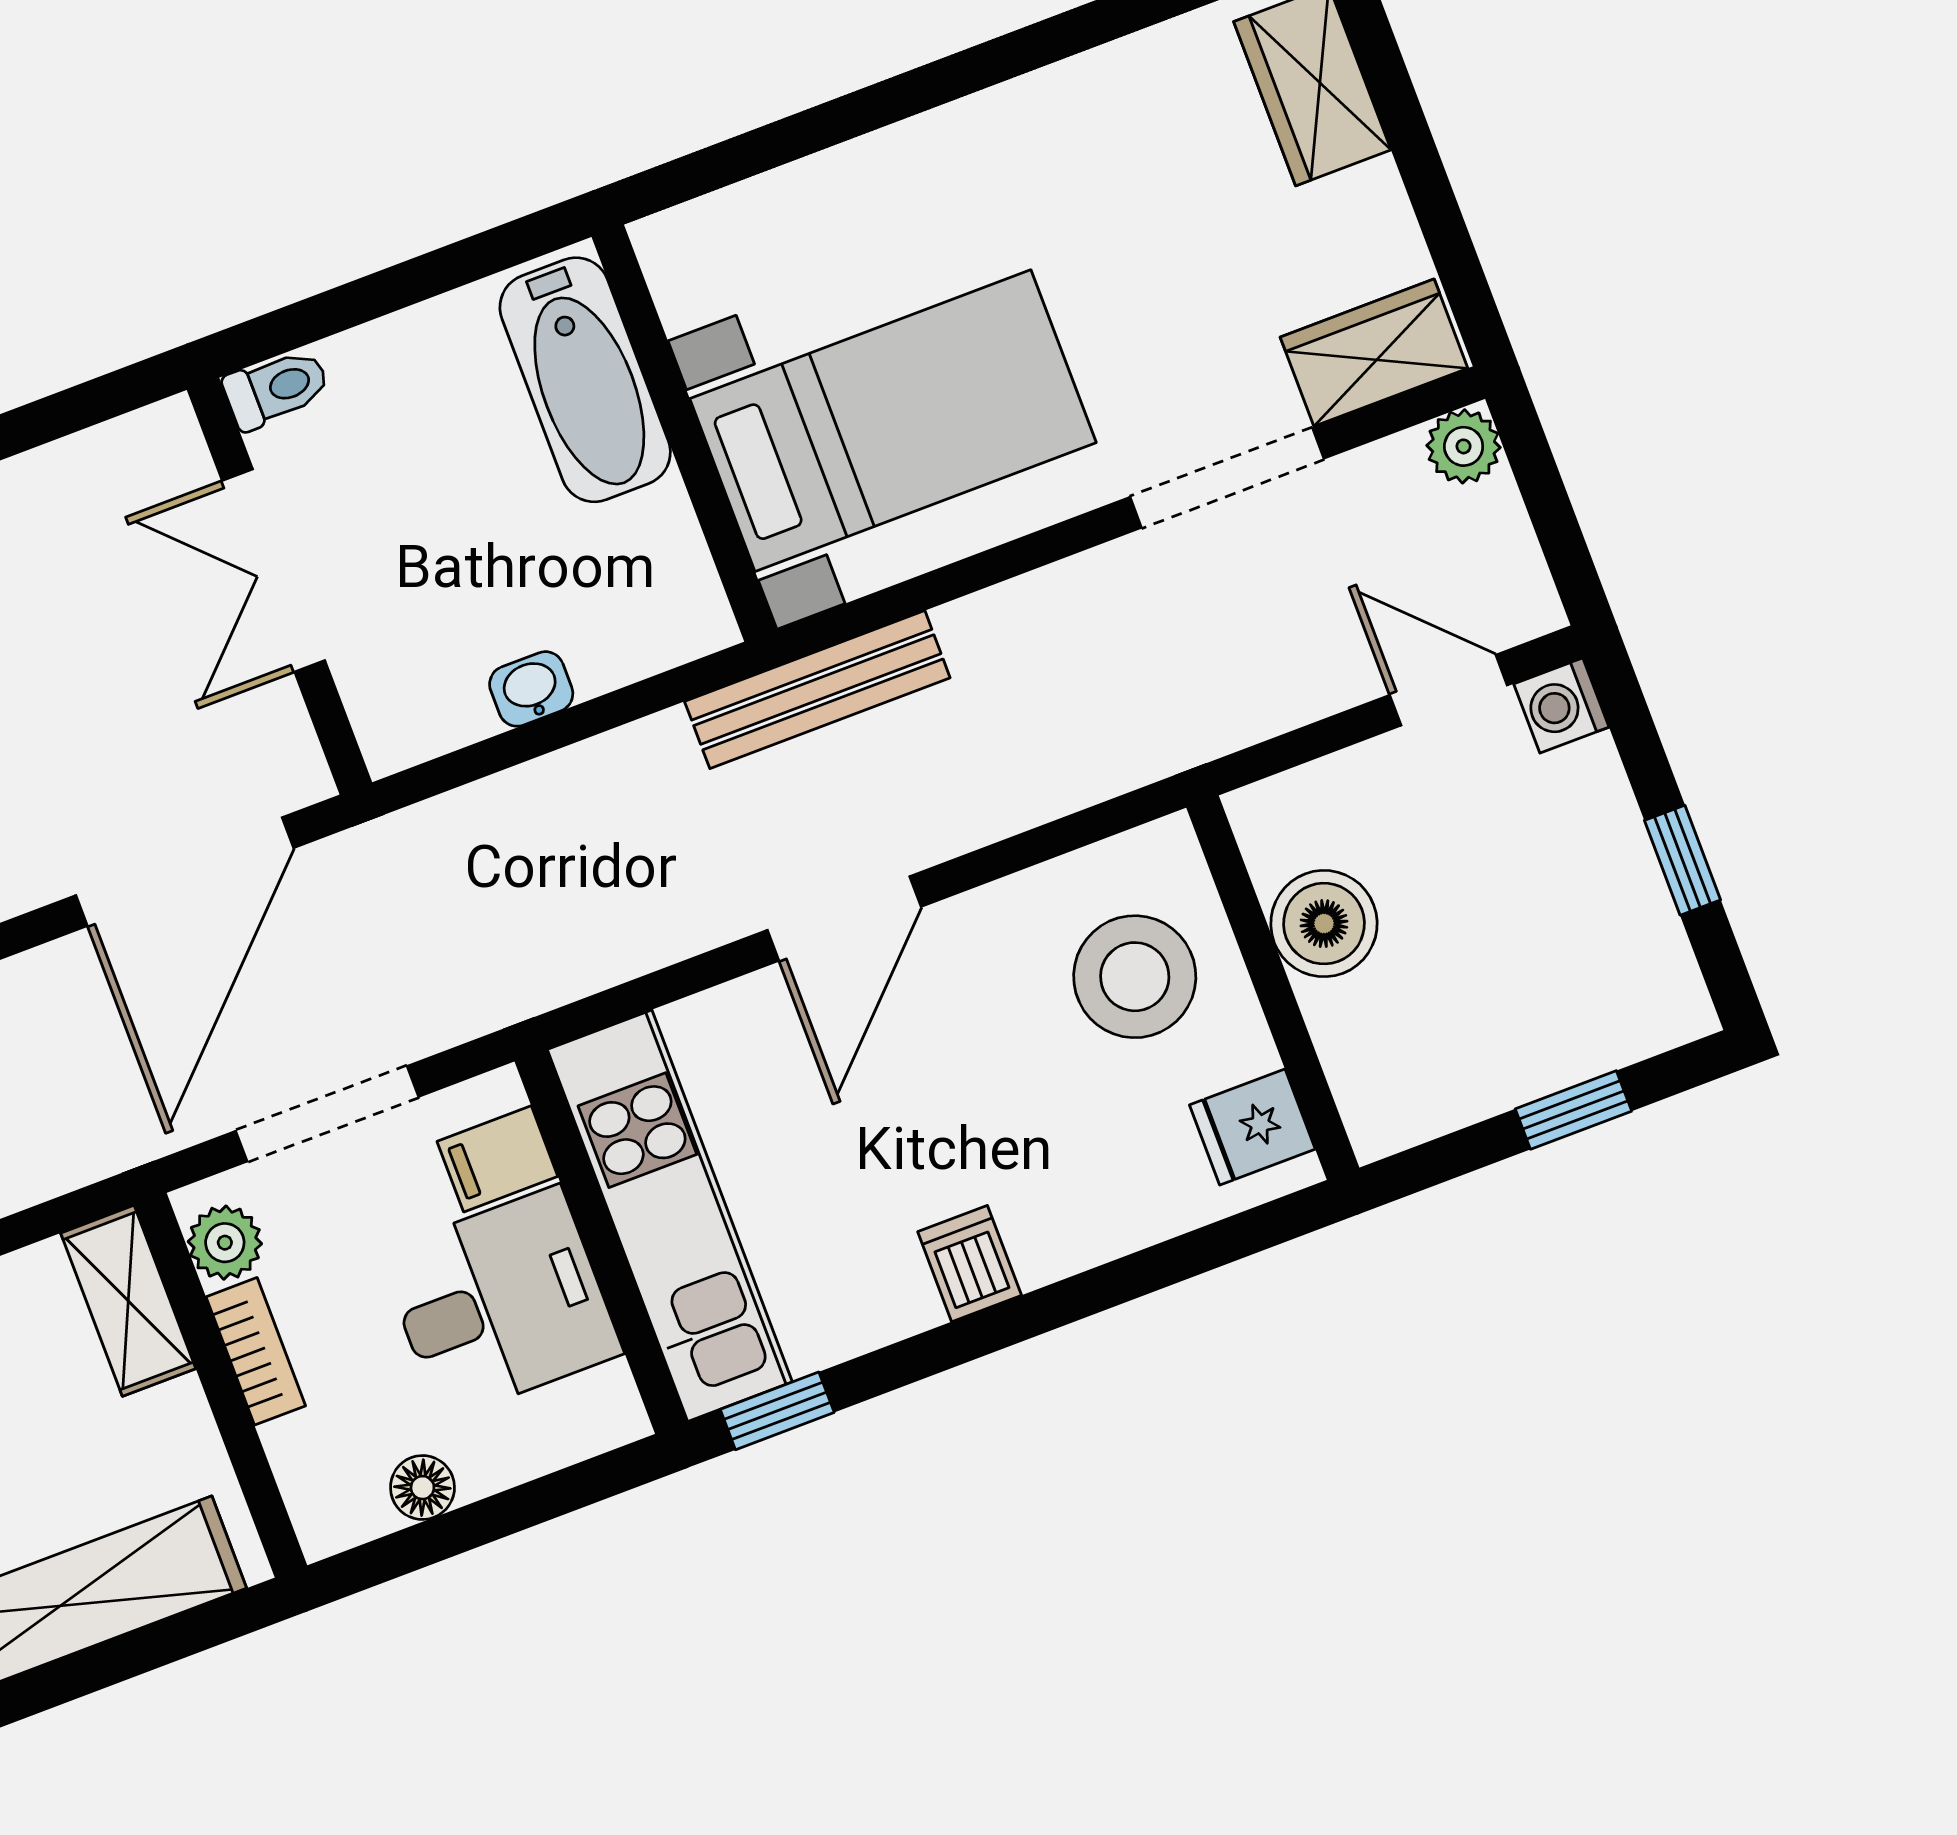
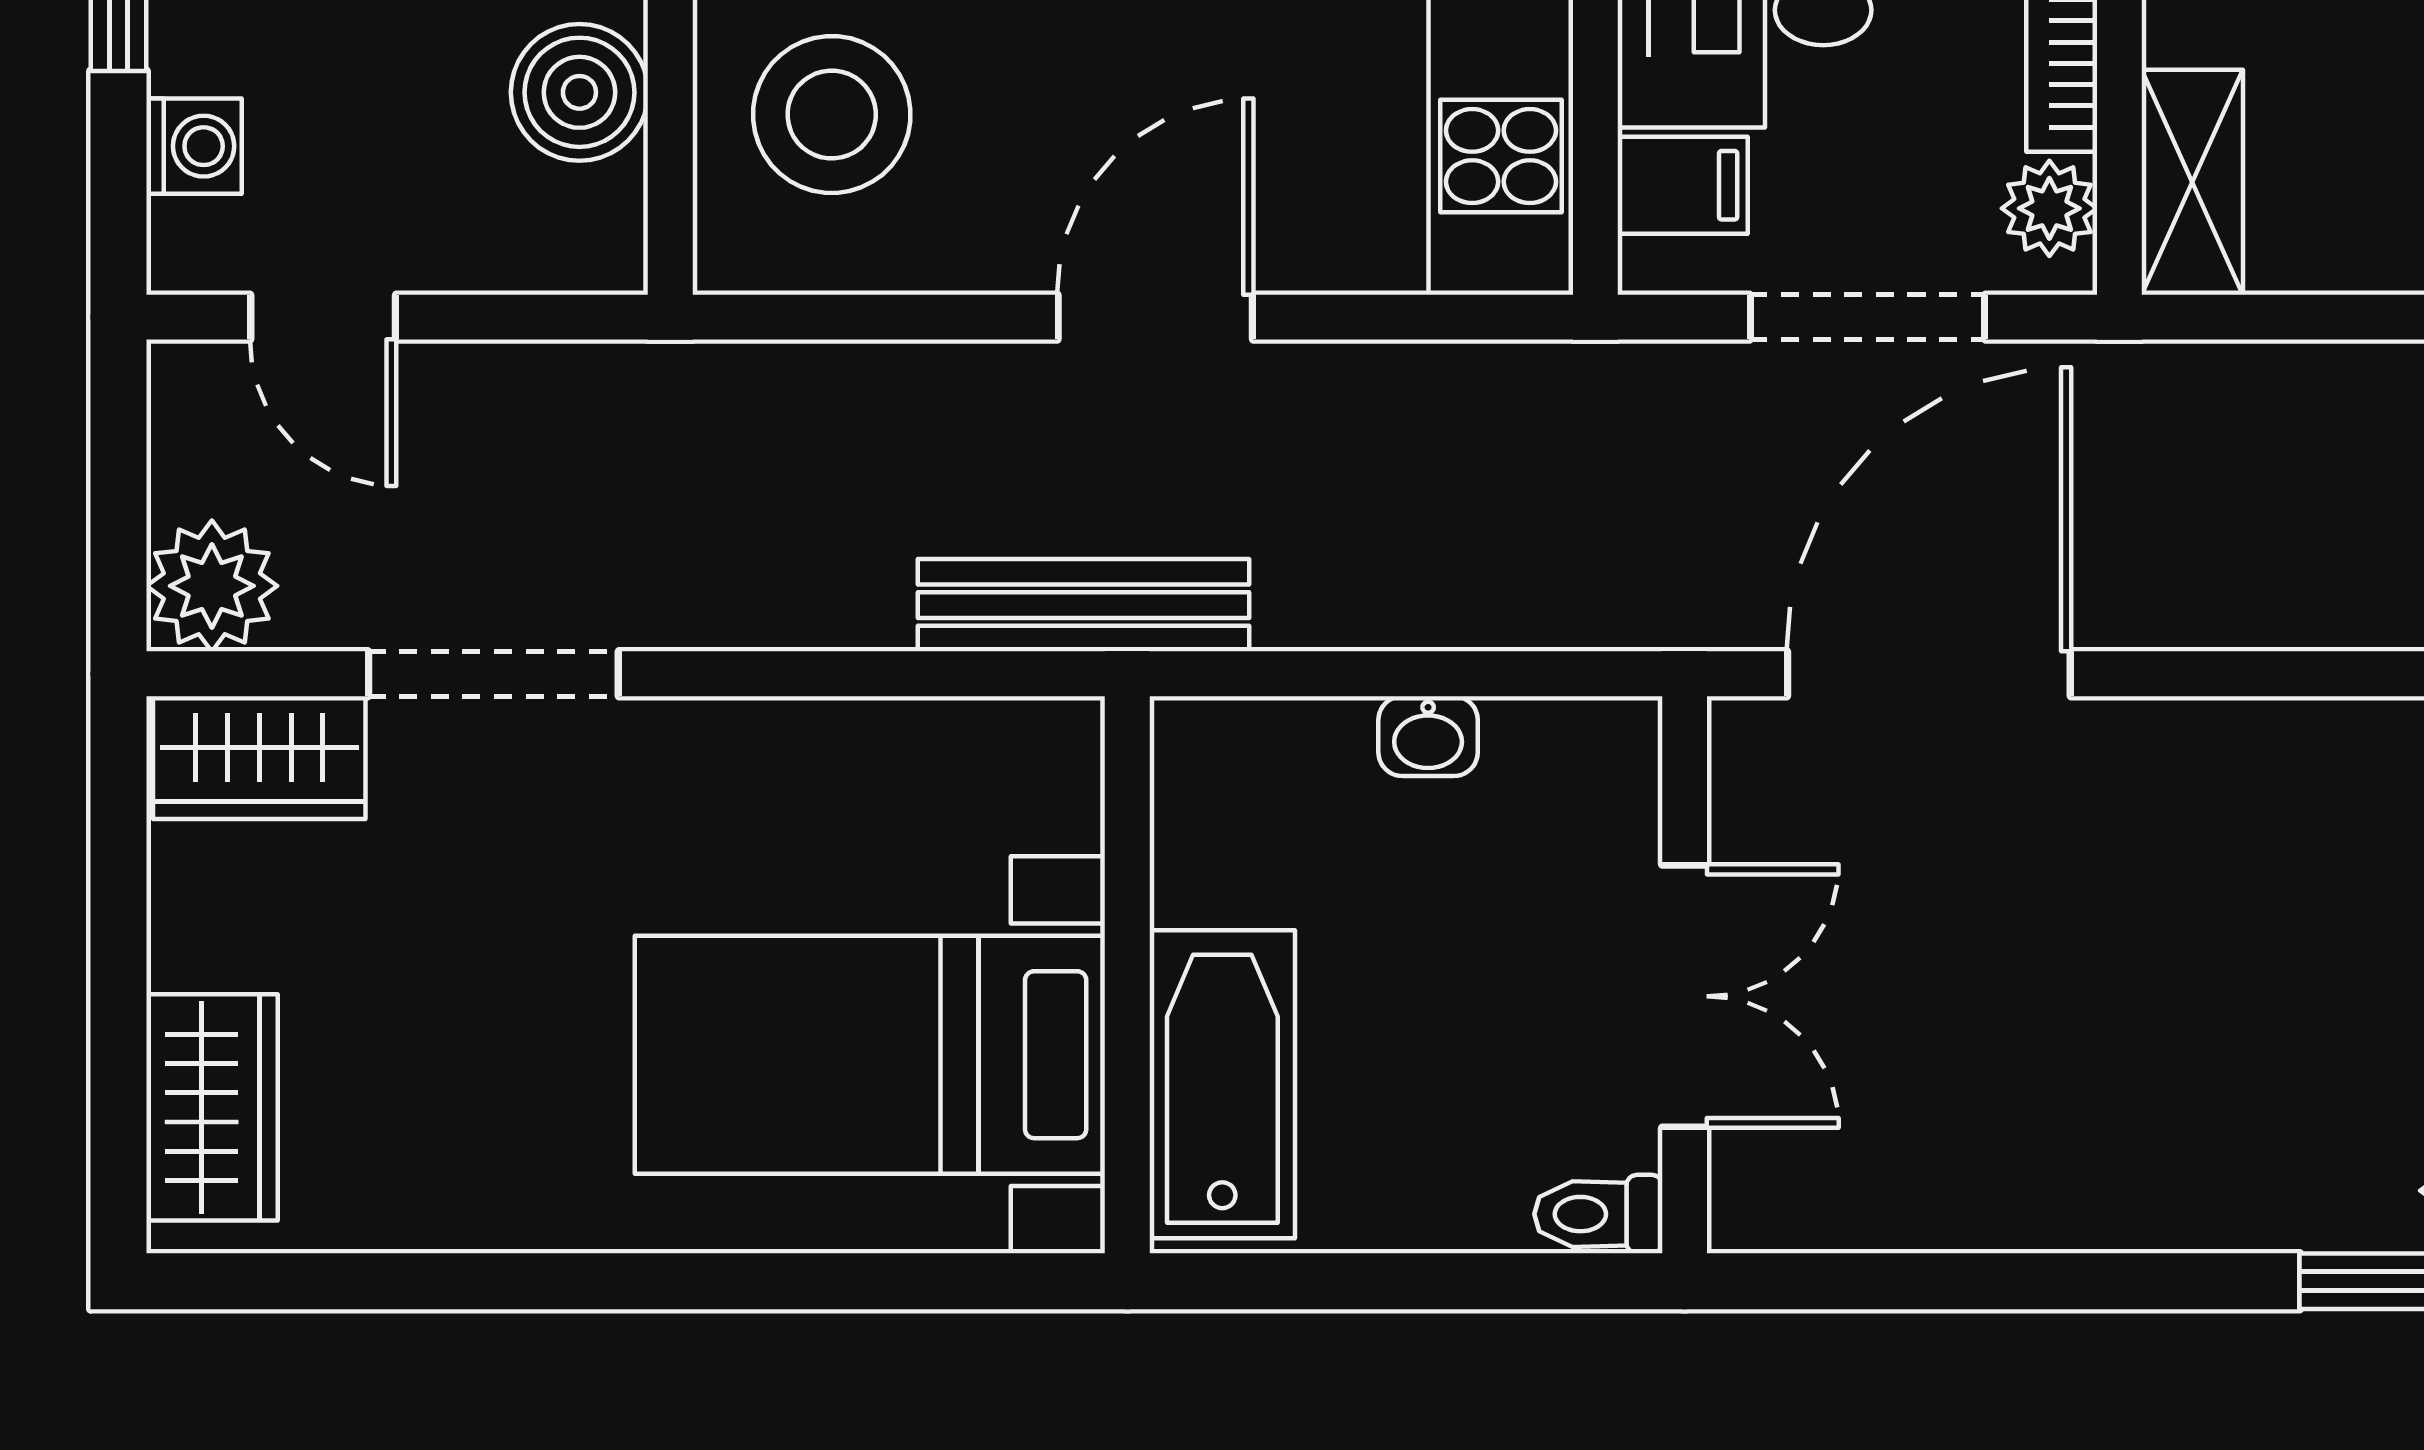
bed with nightstands: (893, 421) -> (870, 1055), moved
plant: (1464, 446) -> (212, 586), width x1.38, depth x1.38
washing machine: (1561, 705) -> (194, 146), moved

